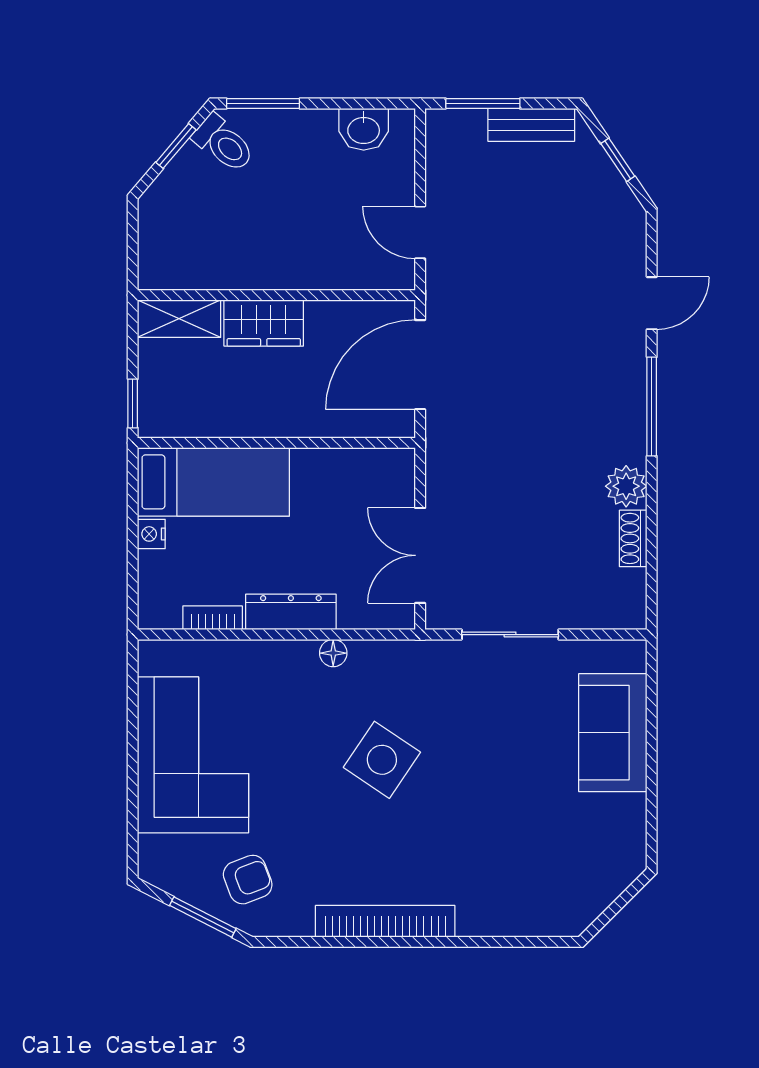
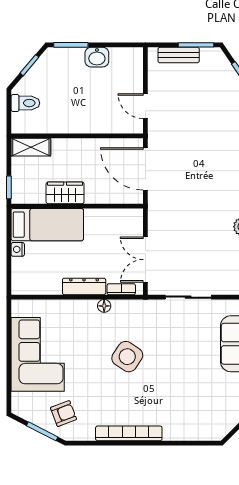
window: (483, 104) -> (196, 45), moved
bench: (531, 125) -> (179, 55), moved
washbasin: (364, 129) -> (97, 57), moved
toilet: (224, 143) -> (25, 103), moved, turned -40
wardrobe: (264, 323) -> (65, 193), moved, turned 180
door: (420, 365) -> (145, 169), hinge flipped
bookcase: (213, 618) -> (121, 289), moved

